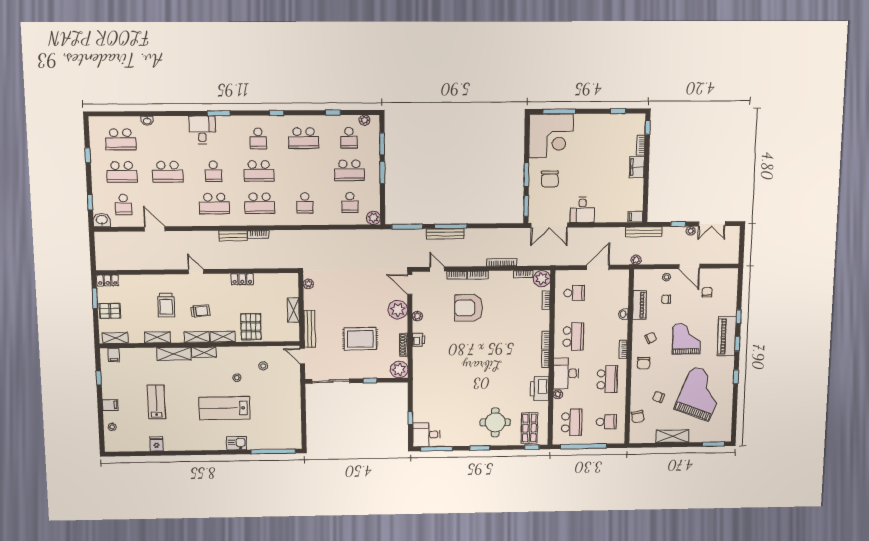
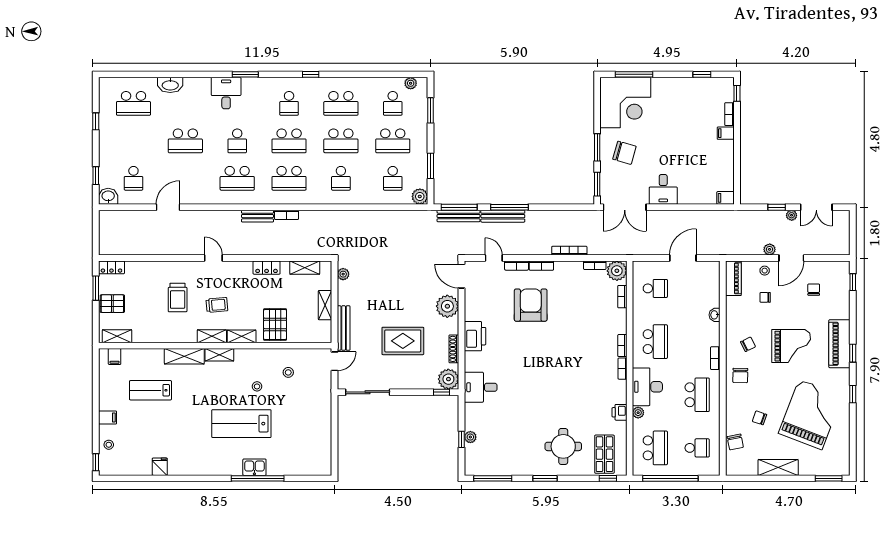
window: (333, 113) -> (375, 74), removed
washbasin: (147, 121) -> (170, 85), width x1.91, depth x1.45
filing cabinet: (637, 167) -> (726, 133), width x0.50
school desk: (122, 172) -> (341, 141), moved
window: (382, 172) -> (430, 166), moved
chair: (550, 179) -> (624, 153), turned -74
door: (155, 229) -> (168, 207), hinge flipped
bench: (644, 232) -> (459, 216), moved
plant: (636, 260) -> (770, 249), moved
door: (689, 266) -> (791, 258), hinge flipped
piano: (639, 305) -> (733, 278), moved
armchair: (469, 308) -> (531, 305), turned 90
plant: (417, 316) -> (470, 437), moved
window: (739, 317) -> (853, 282), moved
shelving: (157, 337) -> (305, 268), moved
grand piano: (687, 339) -> (791, 346), turned 90
printer: (419, 340) -> (475, 336), width x1.87, depth x1.48
door: (302, 356) -> (334, 361), swing flipped
window: (99, 378) -> (96, 462), moved
window: (370, 381) -> (441, 392), moved
printer: (540, 389) -> (620, 412), width x0.53, depth x0.68
lab bench: (156, 402) -> (150, 390), moved, turned -90
desk: (426, 435) -> (481, 387), moved
window: (273, 451) -> (258, 478), moved

